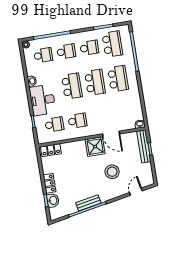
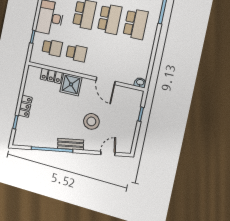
bench: (144, 146) -> (135, 108), removed
shower: (95, 147) -> (71, 84), moved
locker: (51, 150) -> (51, 76), moved
washbasin: (53, 200) -> (22, 125), removed
bench: (88, 203) -> (71, 144), moved

